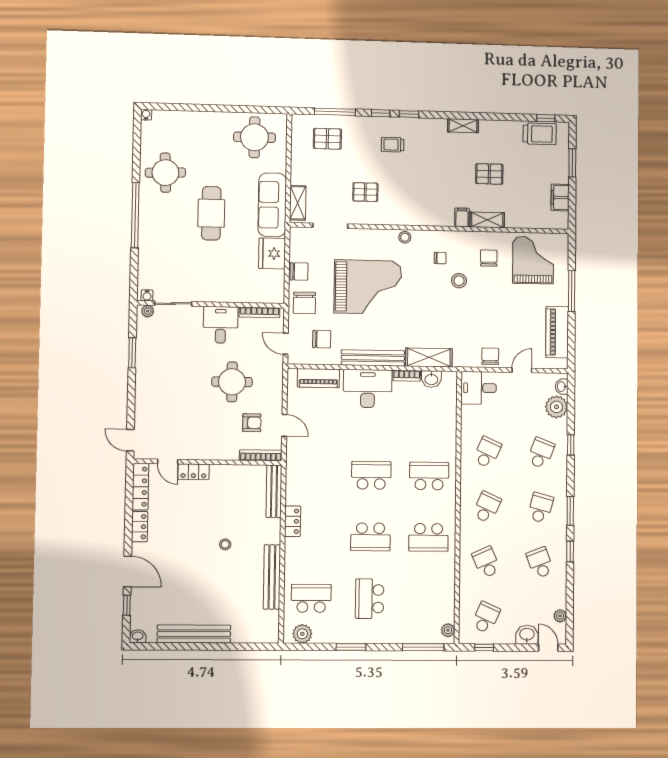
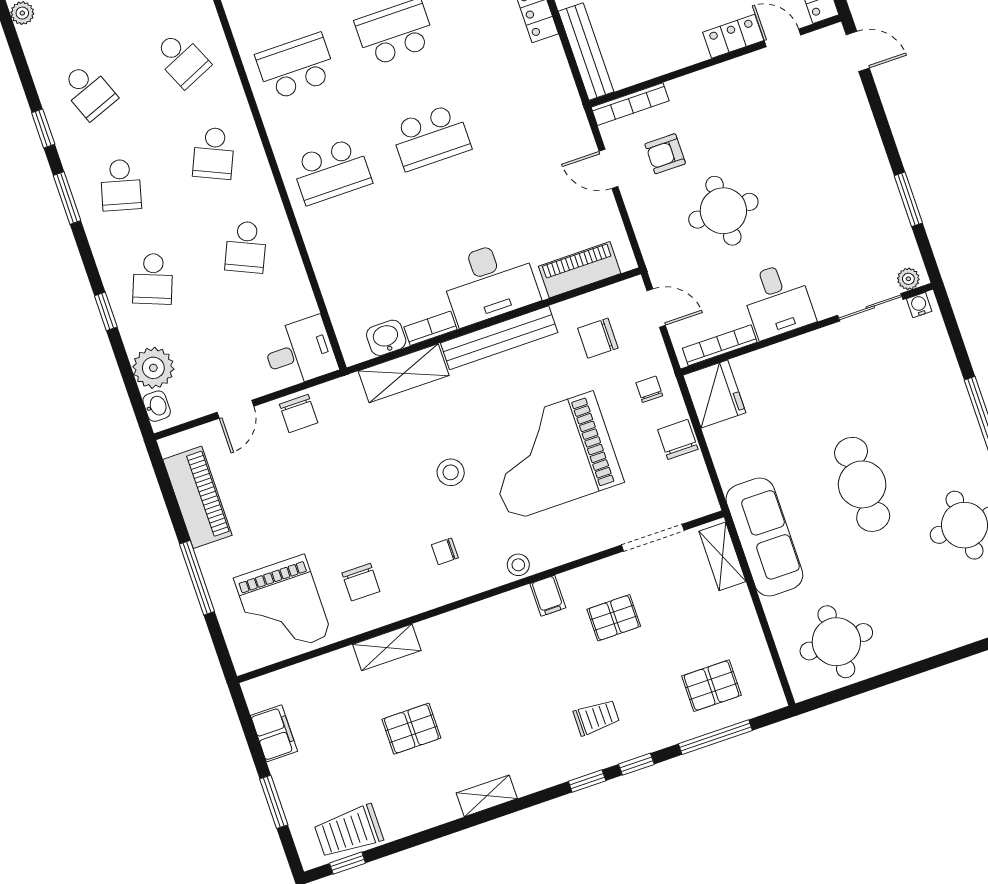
filing cabinet: (462, 217) -> (548, 596), moved
fridge: (272, 253) -> (714, 394), moved
chair: (299, 272) -> (678, 439), turned 90
stool: (459, 281) -> (451, 472), moved
chair: (304, 303) -> (649, 389), width x0.54, depth x0.54

